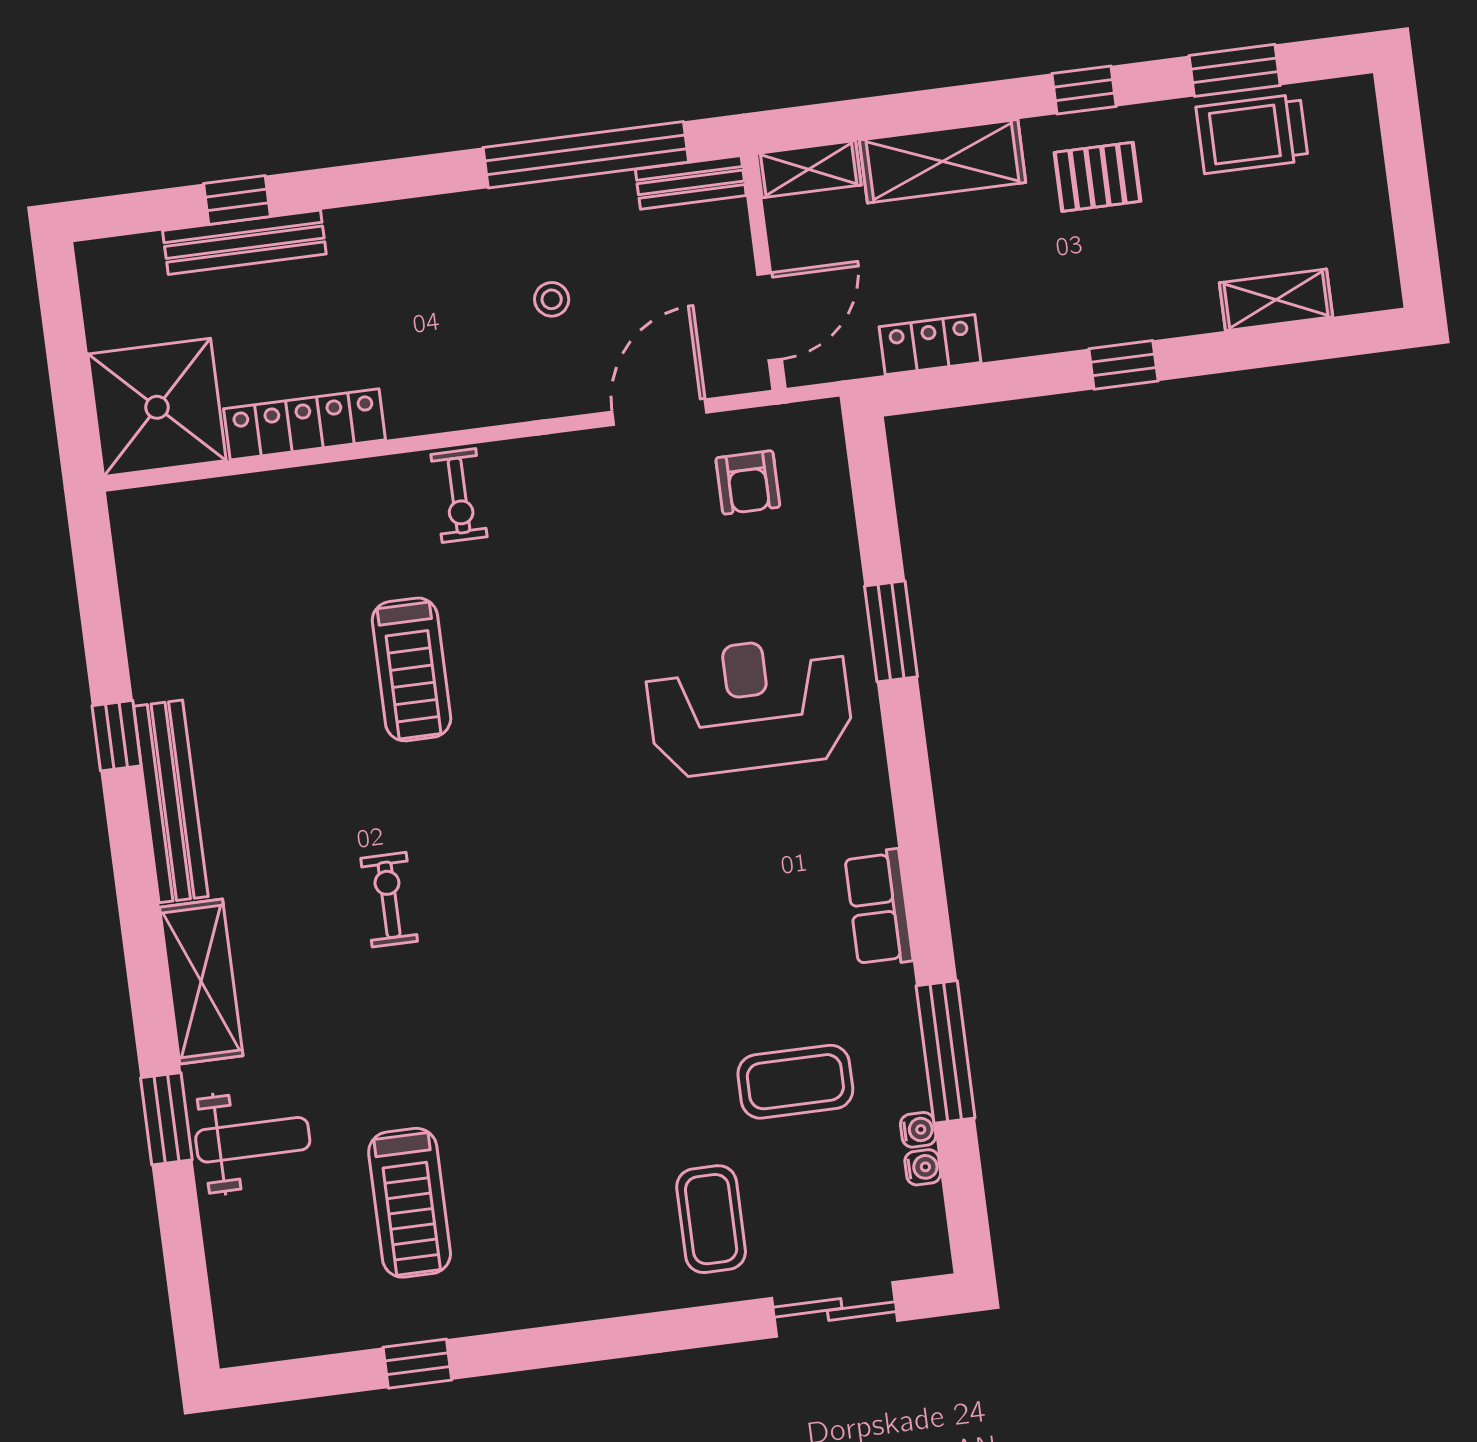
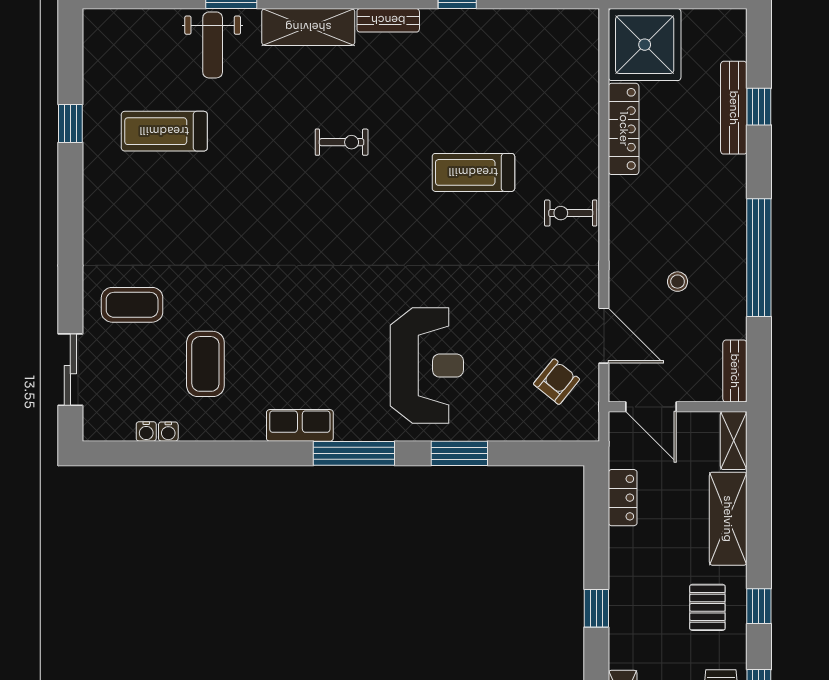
window: (586, 155) -> (759, 258), moved
armchair: (748, 482) -> (557, 382), turned 129
bench: (171, 801) -> (388, 20), width x0.54, depth x0.82
window: (946, 1052) -> (354, 453), moved

